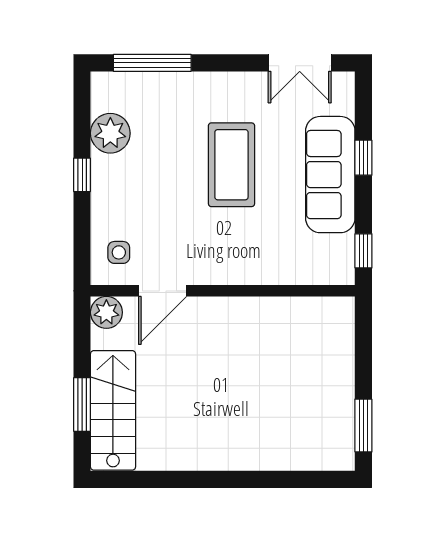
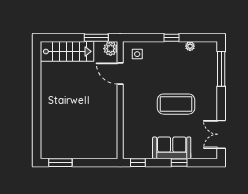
plant: (110, 133) -> (190, 46), width x0.53, depth x0.53
sofa: (330, 175) -> (172, 148), width x0.73
window: (82, 405) -> (96, 38), moved

